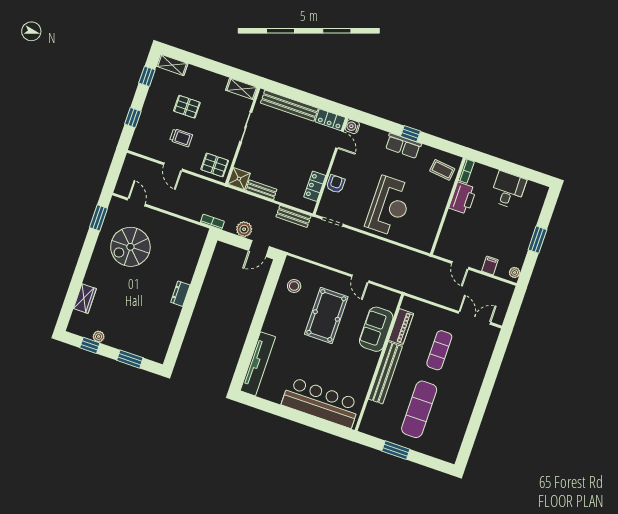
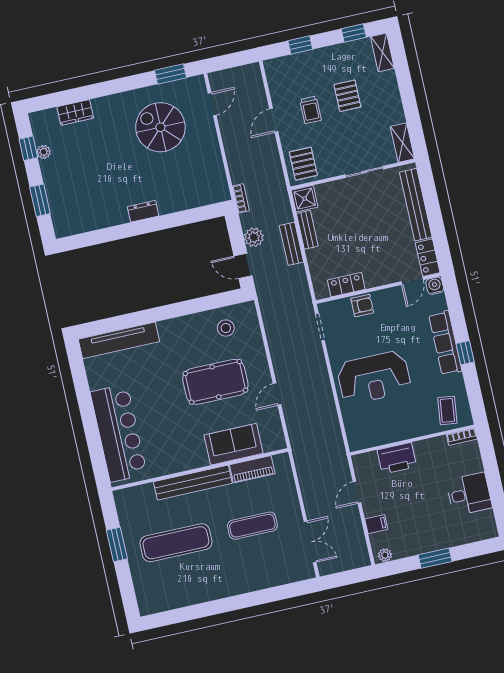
row of seats: (403, 146) -> (445, 343), width x1.48
printer: (463, 198) -> (397, 458), moved
bench: (293, 216) -> (291, 244), moved

